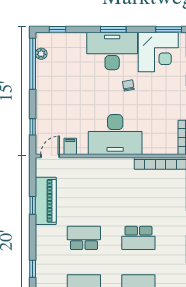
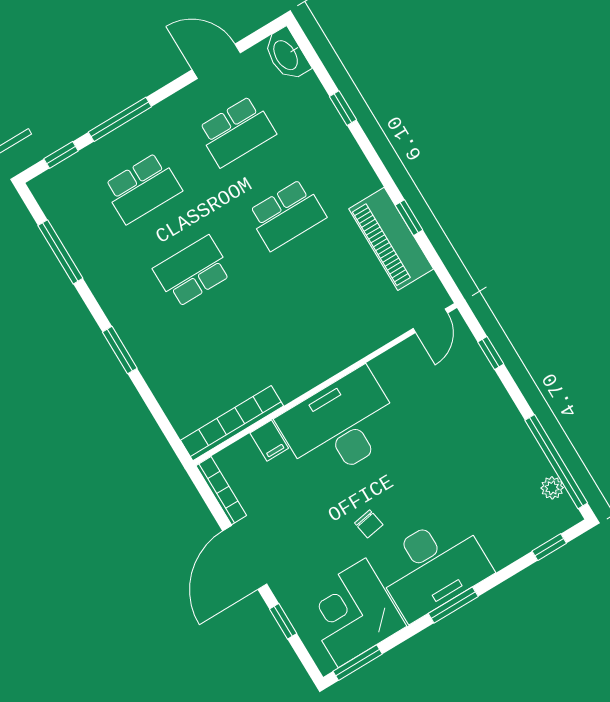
filing cabinet: (70, 146) -> (269, 441), moved

